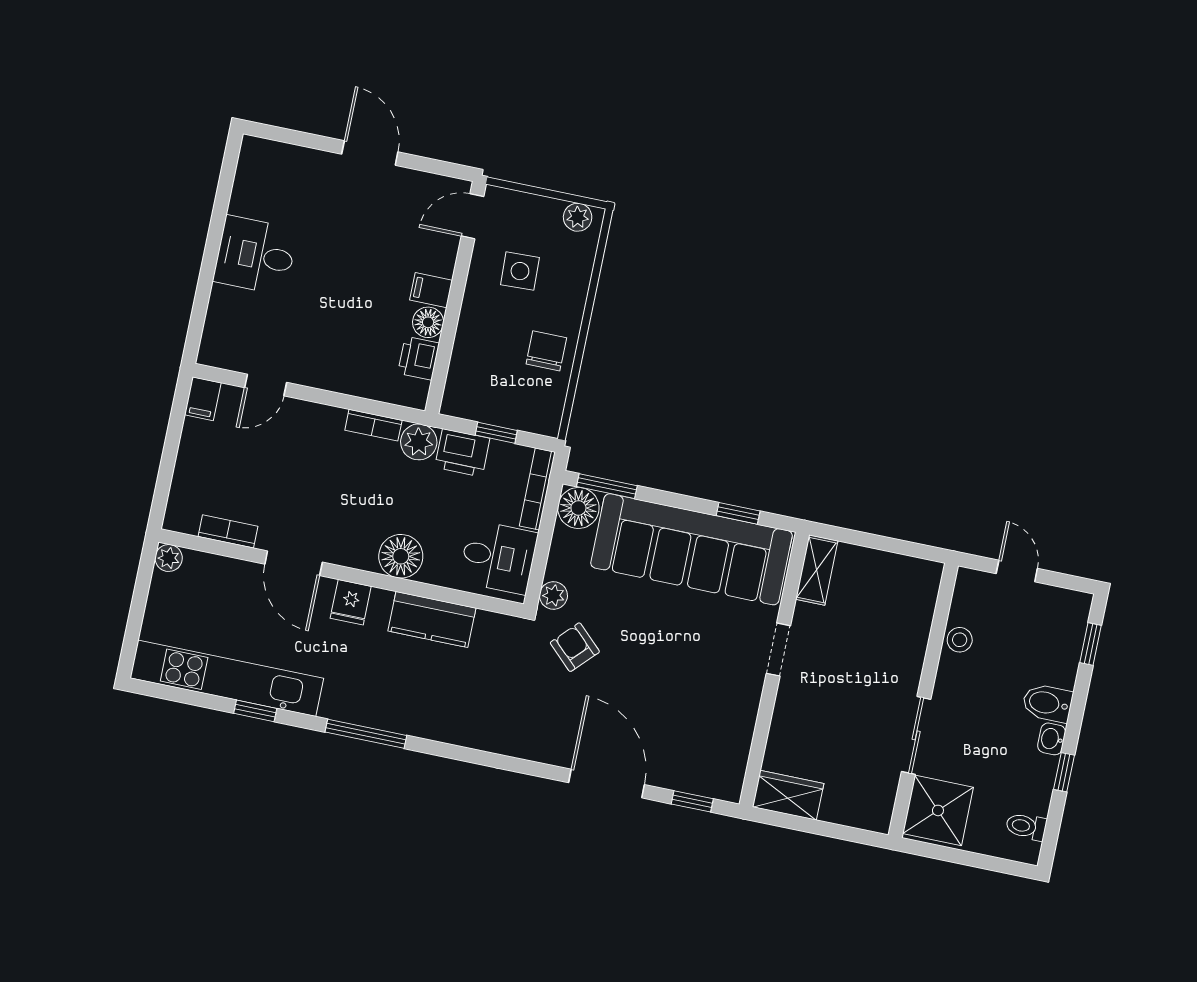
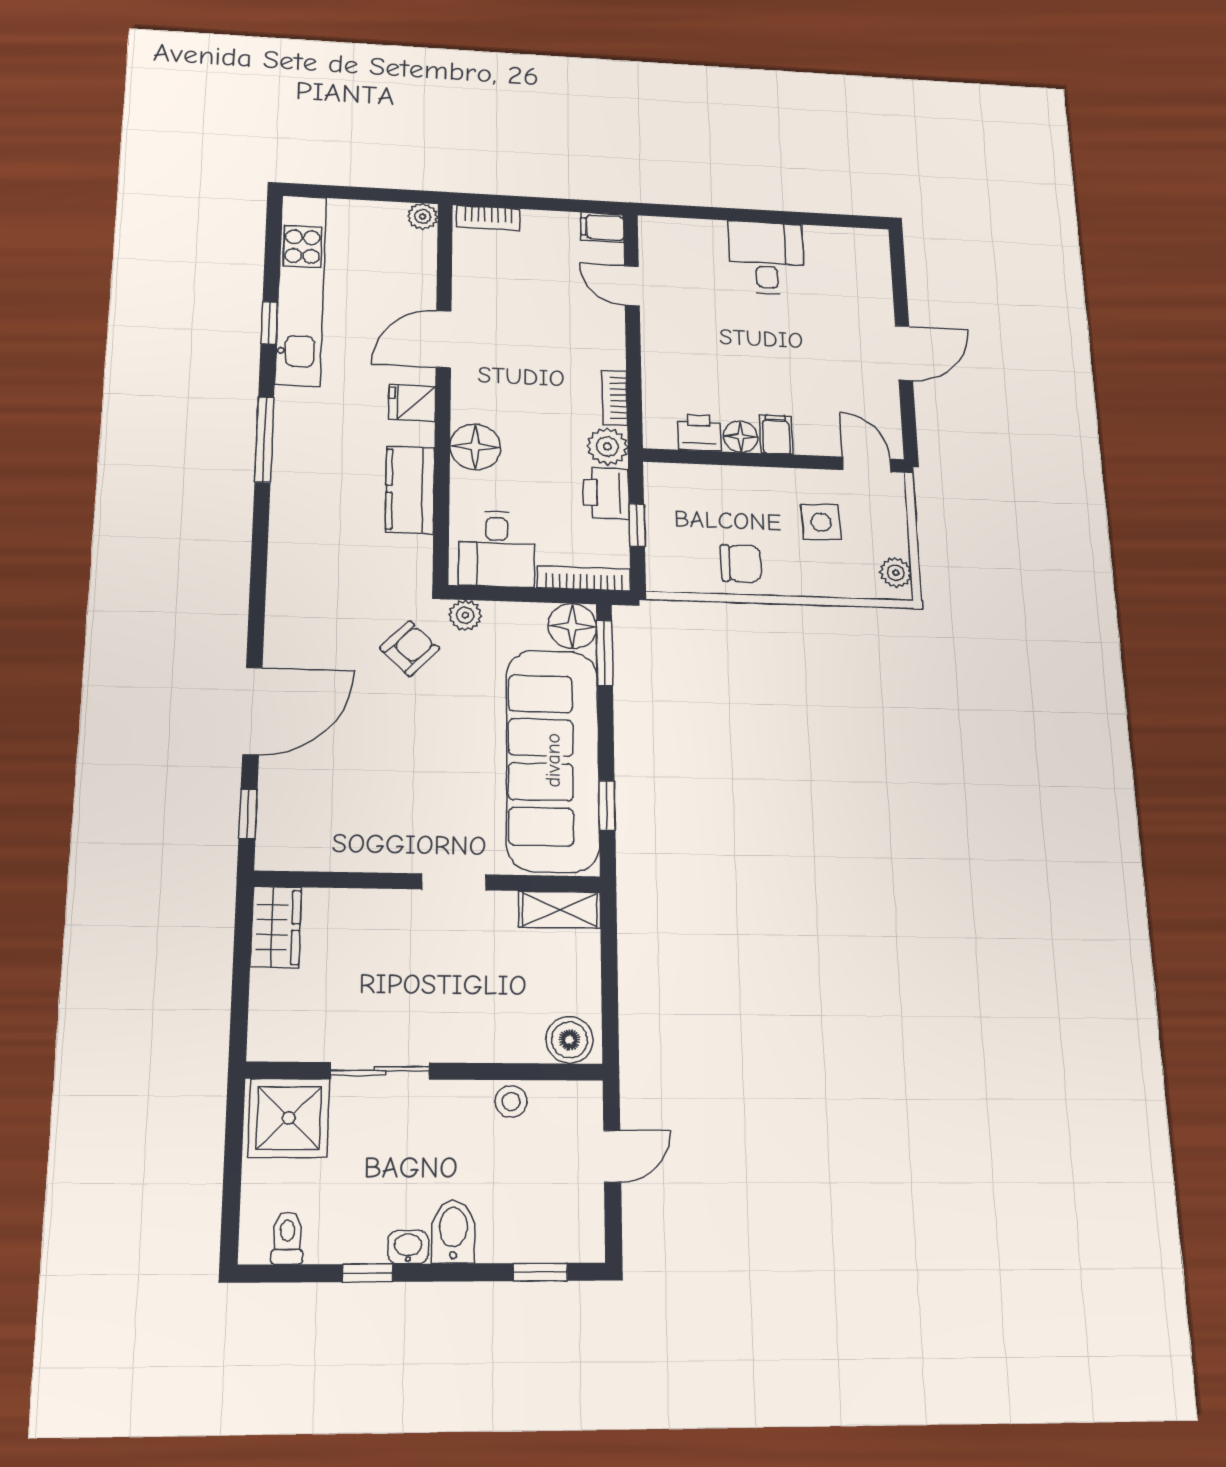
bookcase: (228, 531) -> (488, 218), moved, turned 90
boiler: (921, 585) -> (569, 1040), added

